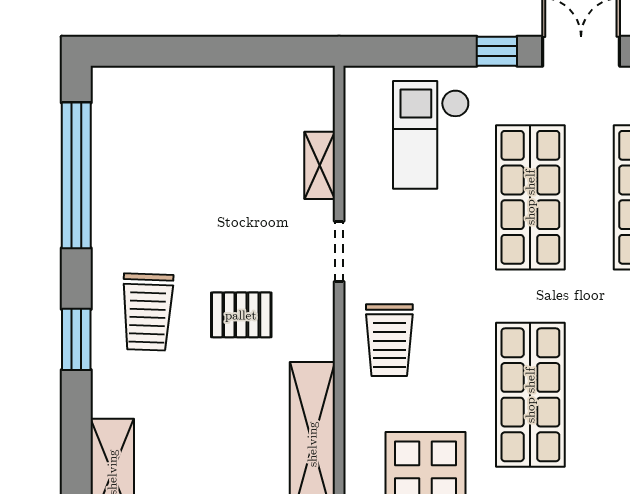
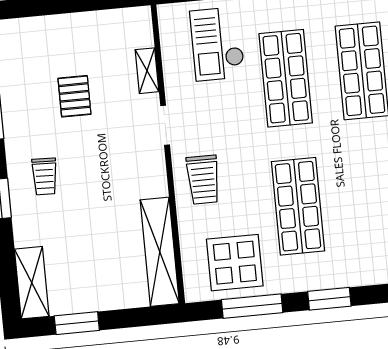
trolley: (147, 312) -> (45, 176), width x0.73, depth x0.72
pallet: (241, 315) -> (74, 96), moved, turned 90

